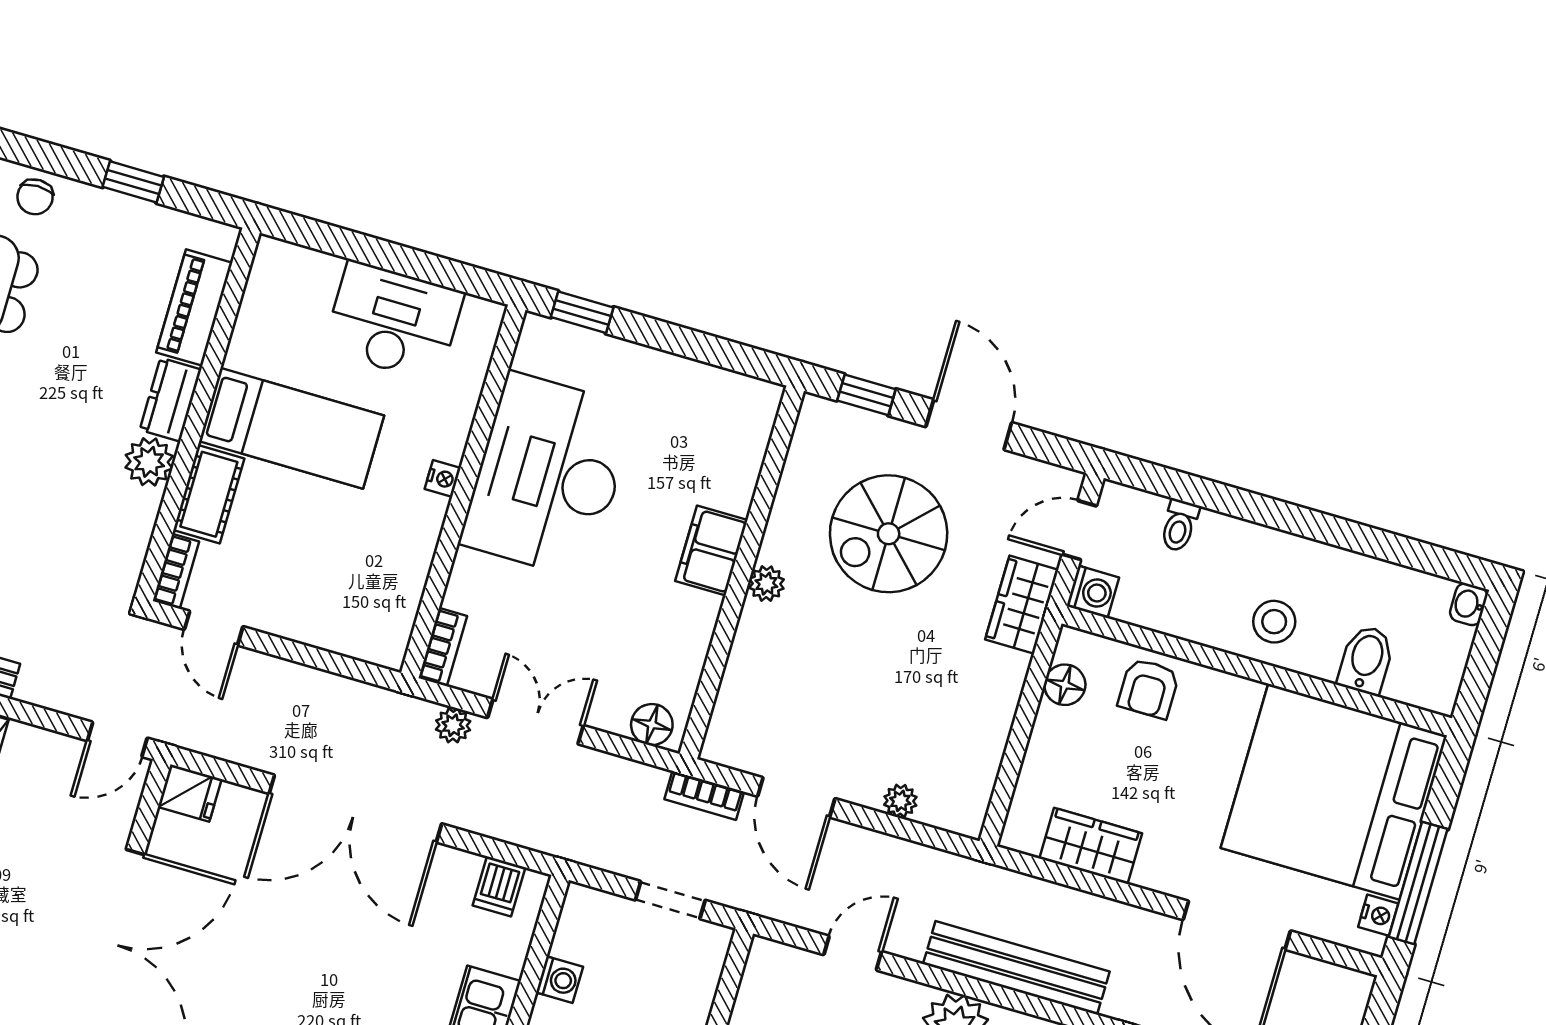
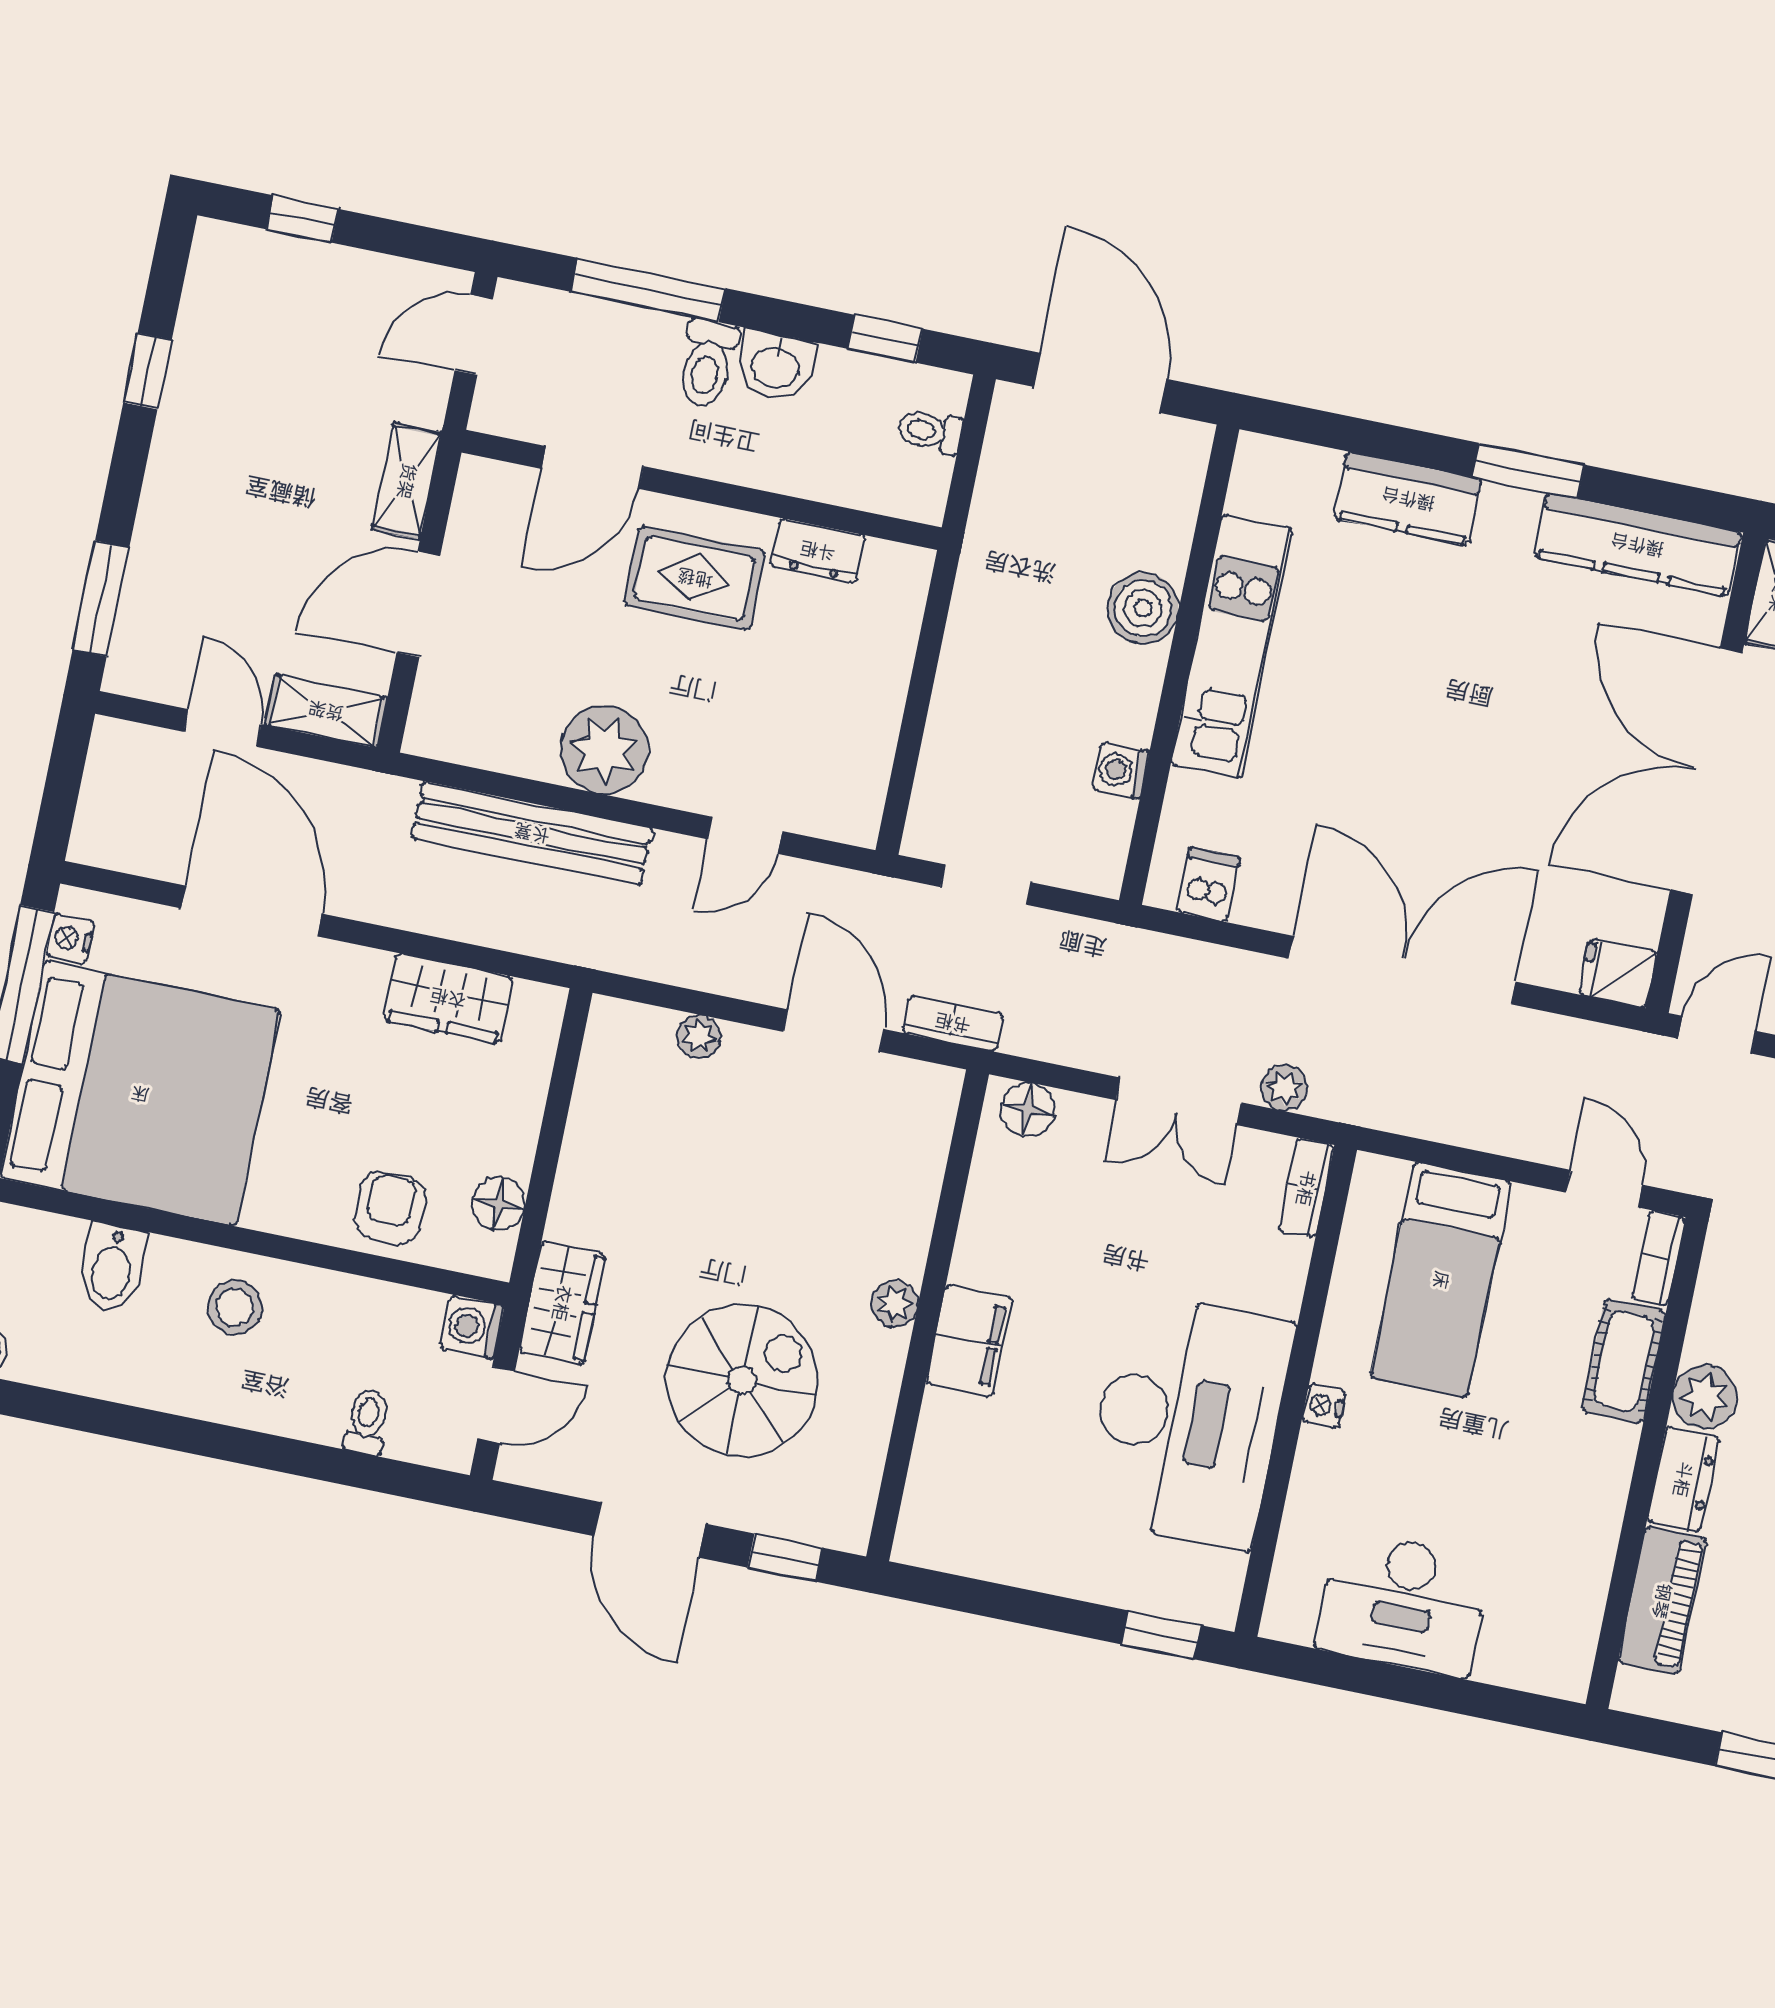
bed: (292, 428) -> (1441, 1280), moved, turned -90

